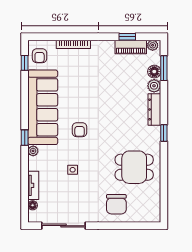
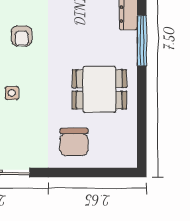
window: (164, 133) -> (142, 41), width x2.17

